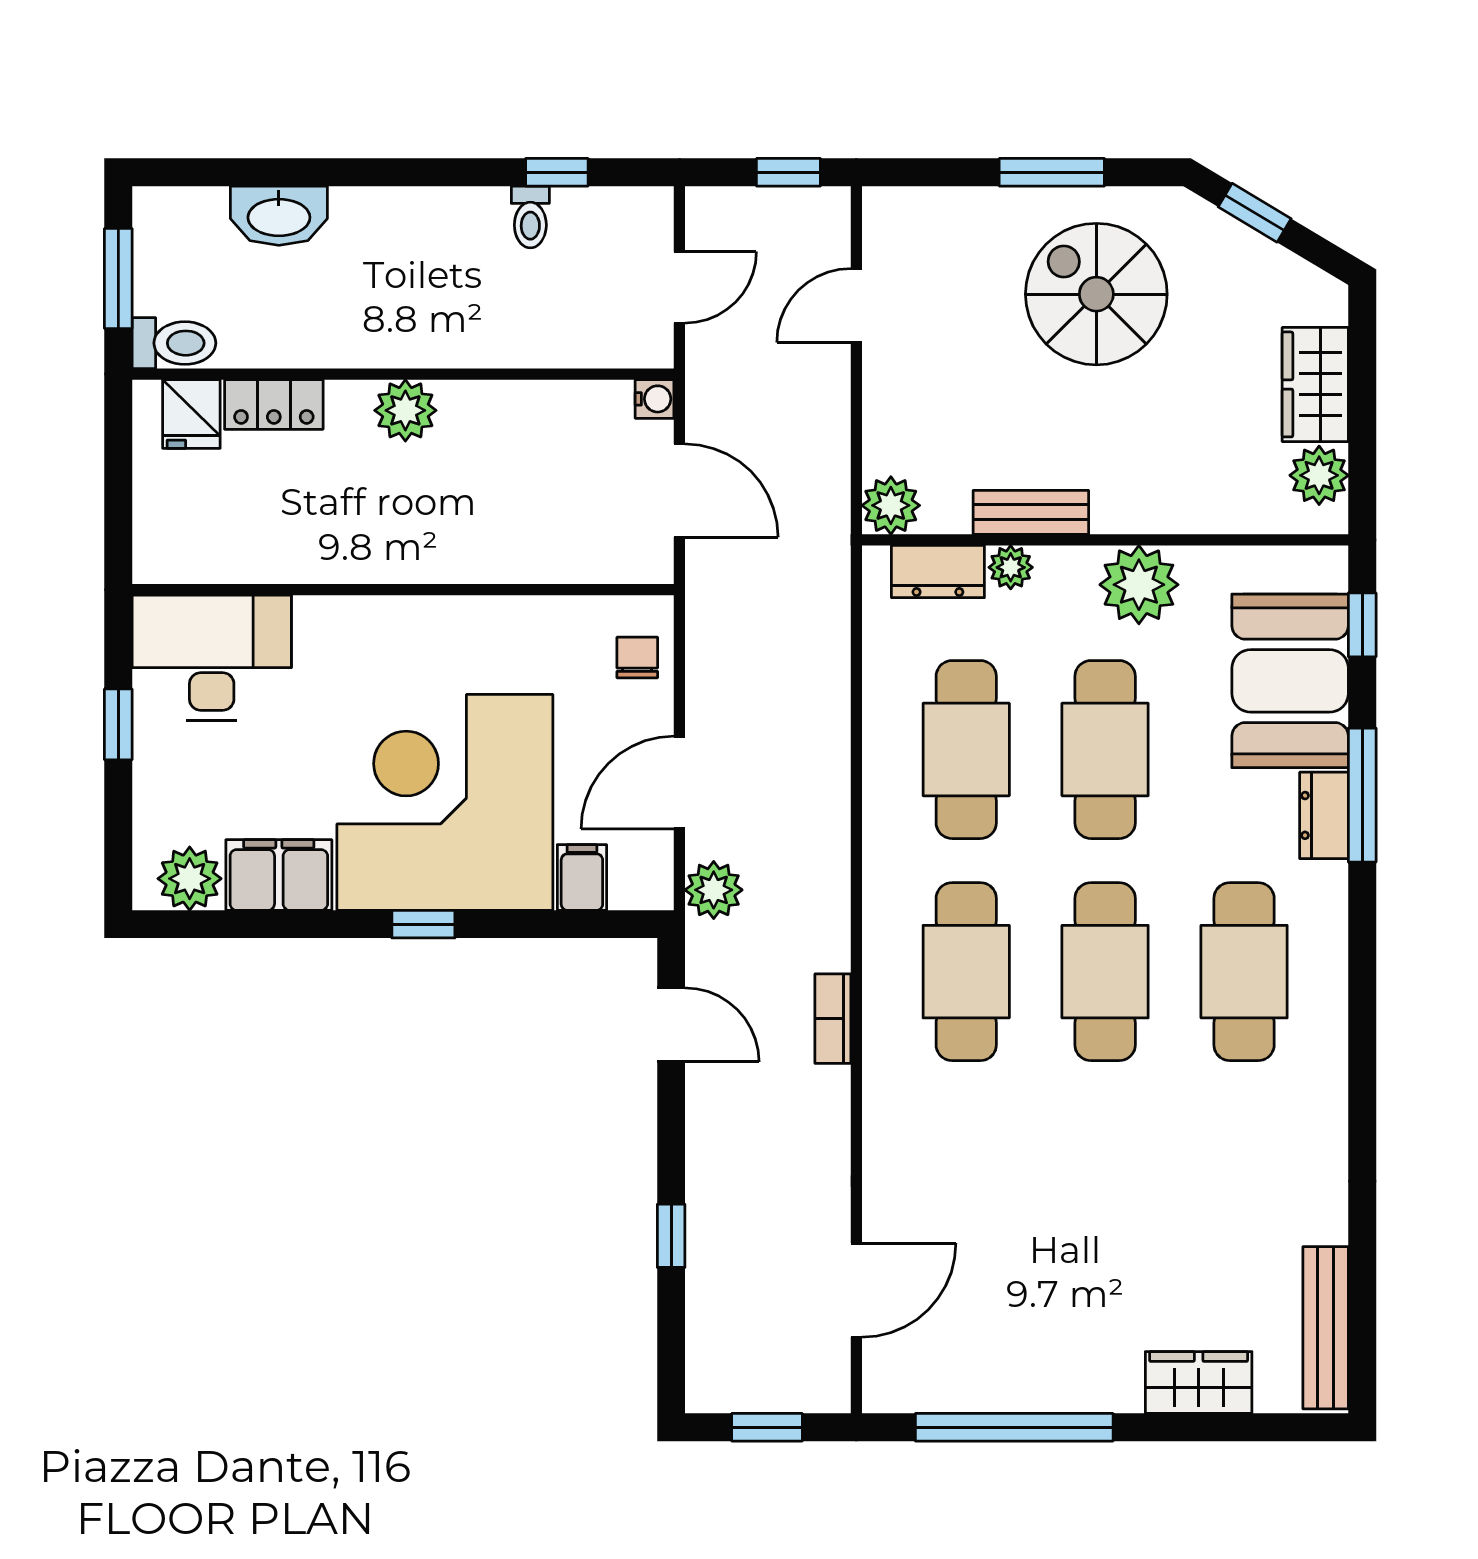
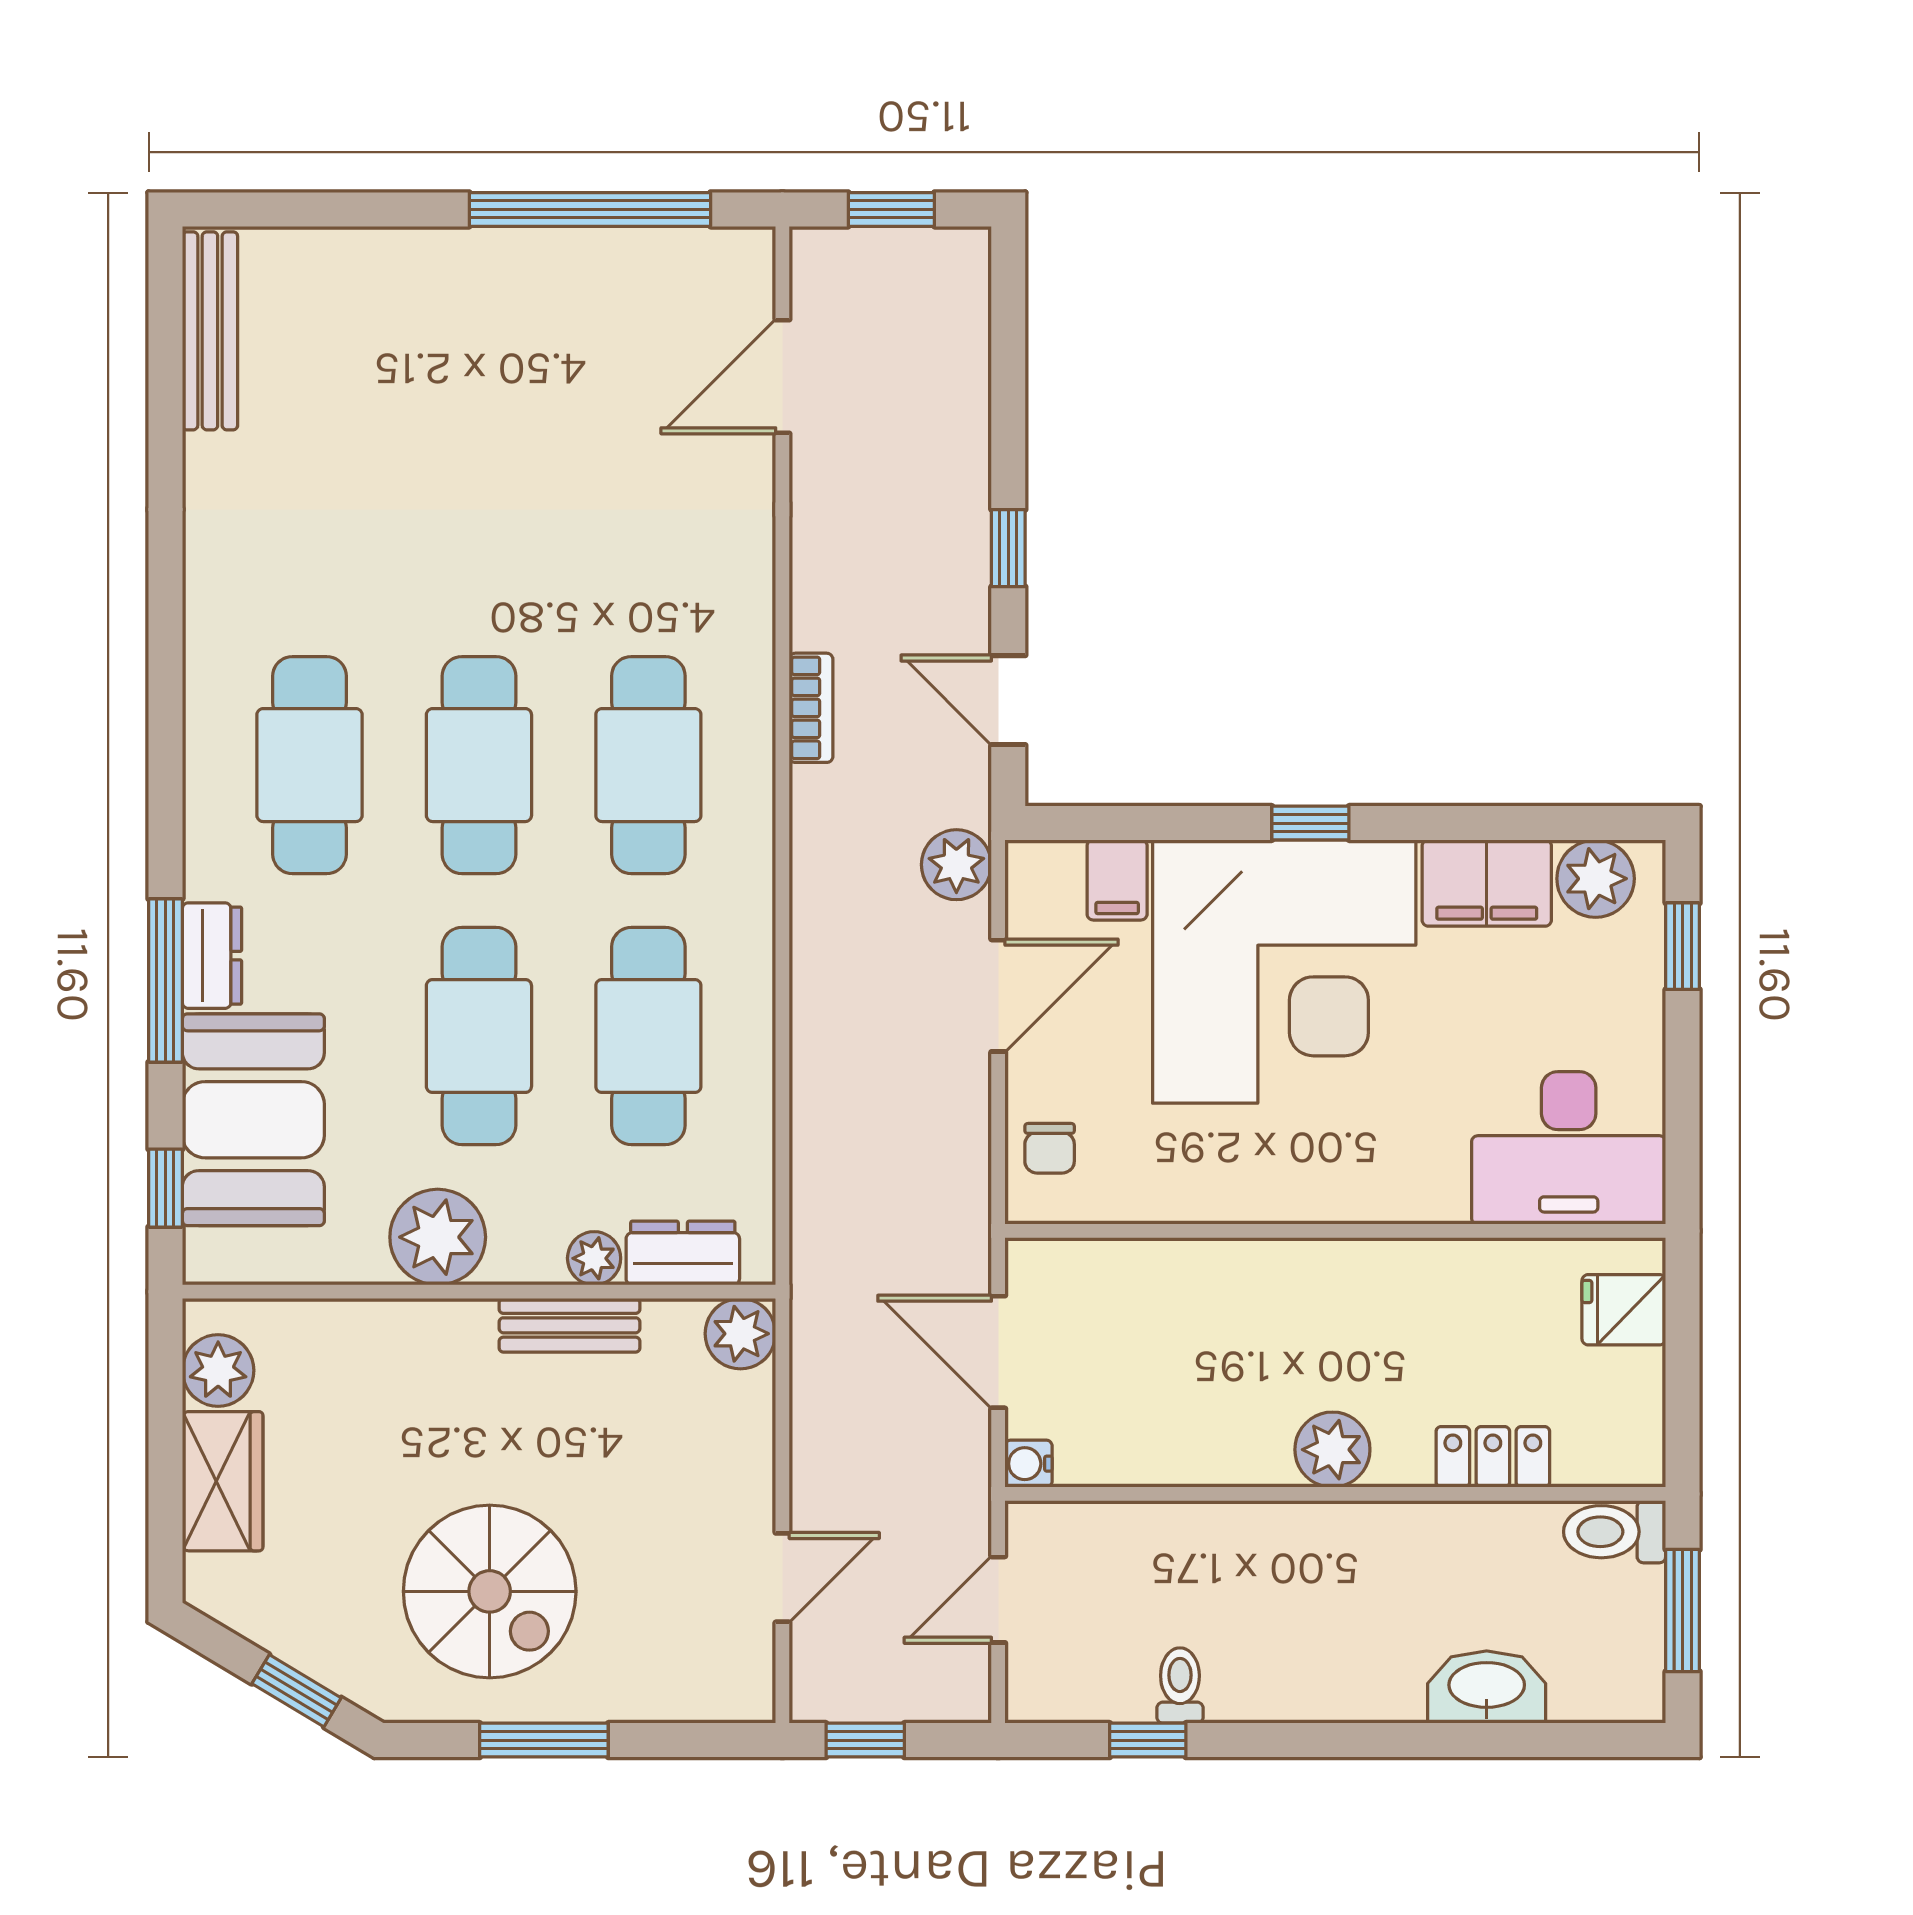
fridge: (191, 414) -> (1624, 1310), moved, turned -90
window: (118, 724) -> (1683, 946), moved
window: (671, 1236) -> (1008, 548), moved
wardrobe: (1199, 1383) -> (365, 264), removed

